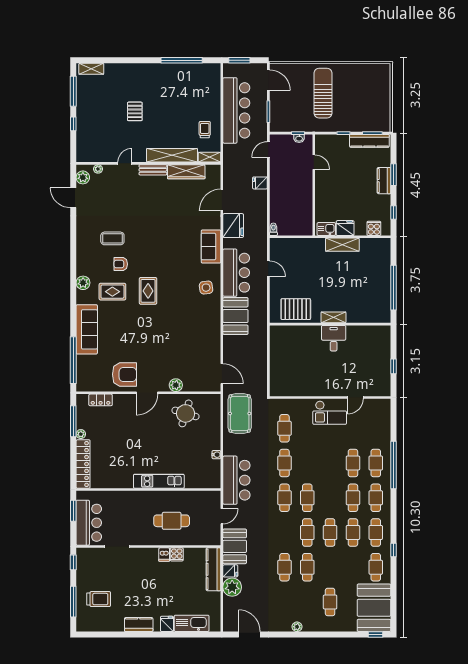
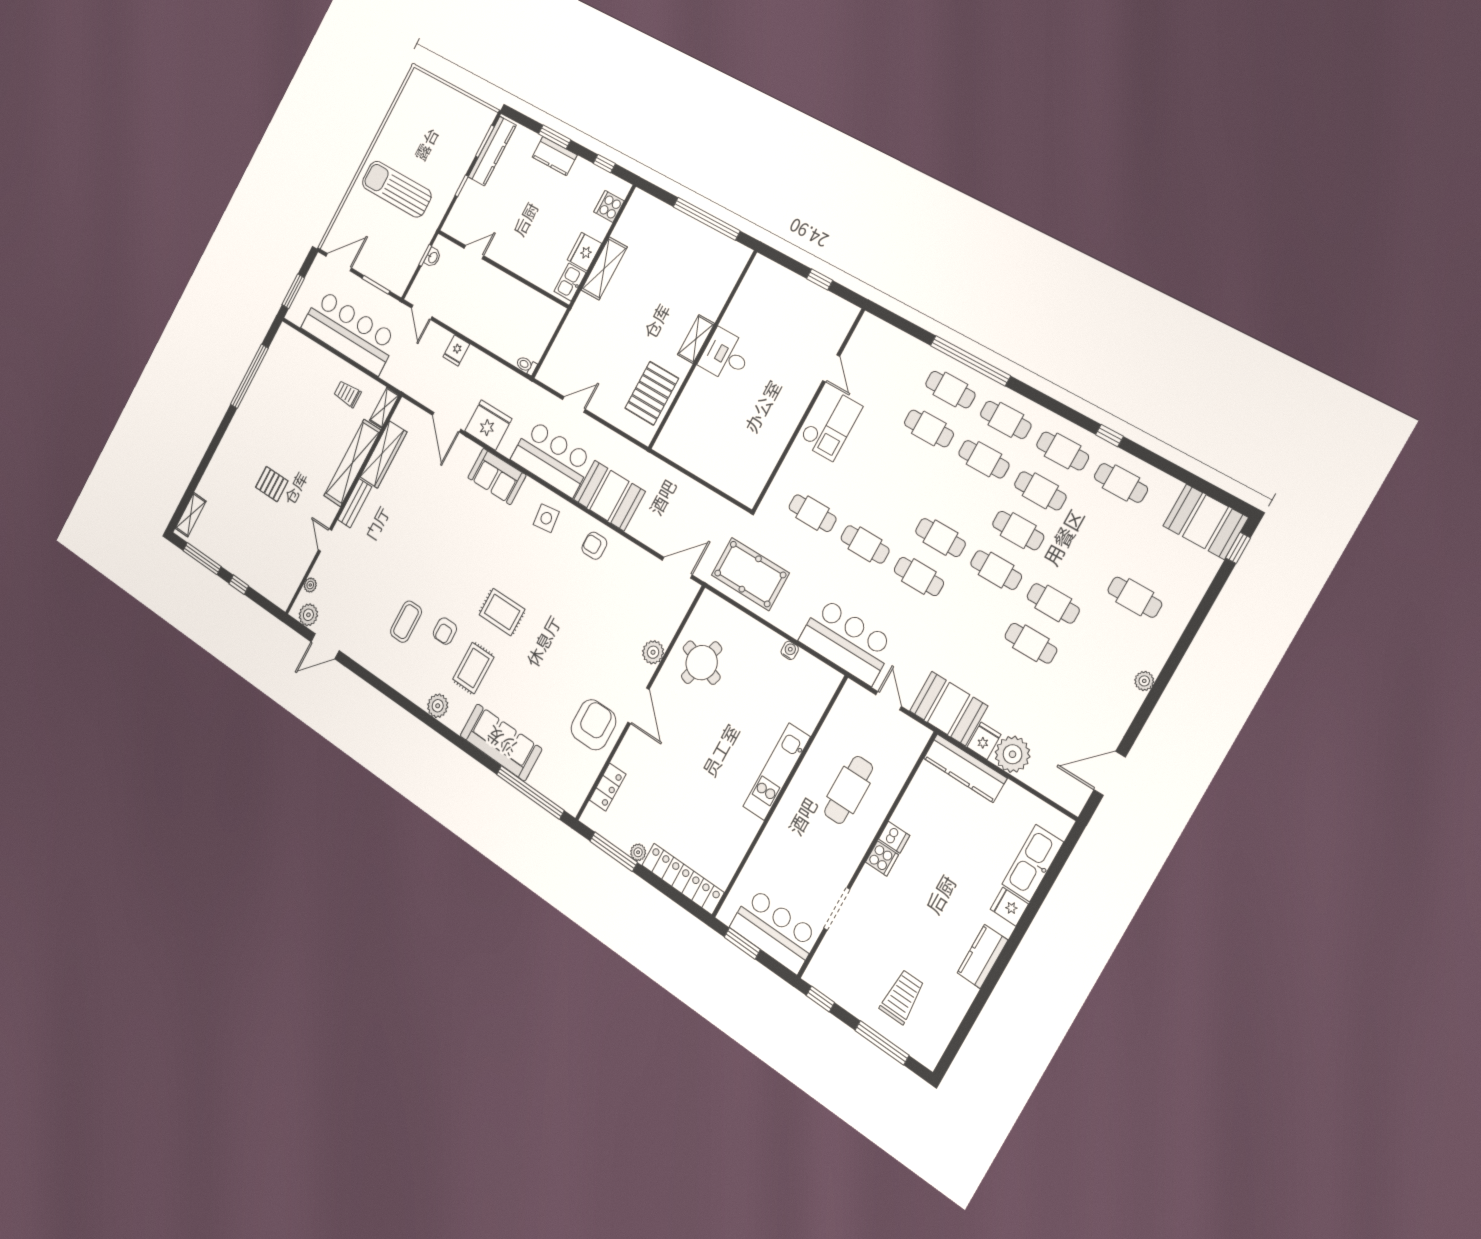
armchair: (208, 323) -> (594, 546), added
cooker: (177, 554) -> (882, 858), moved
booth: (374, 608) -> (1205, 522), width x0.73, depth x0.70

